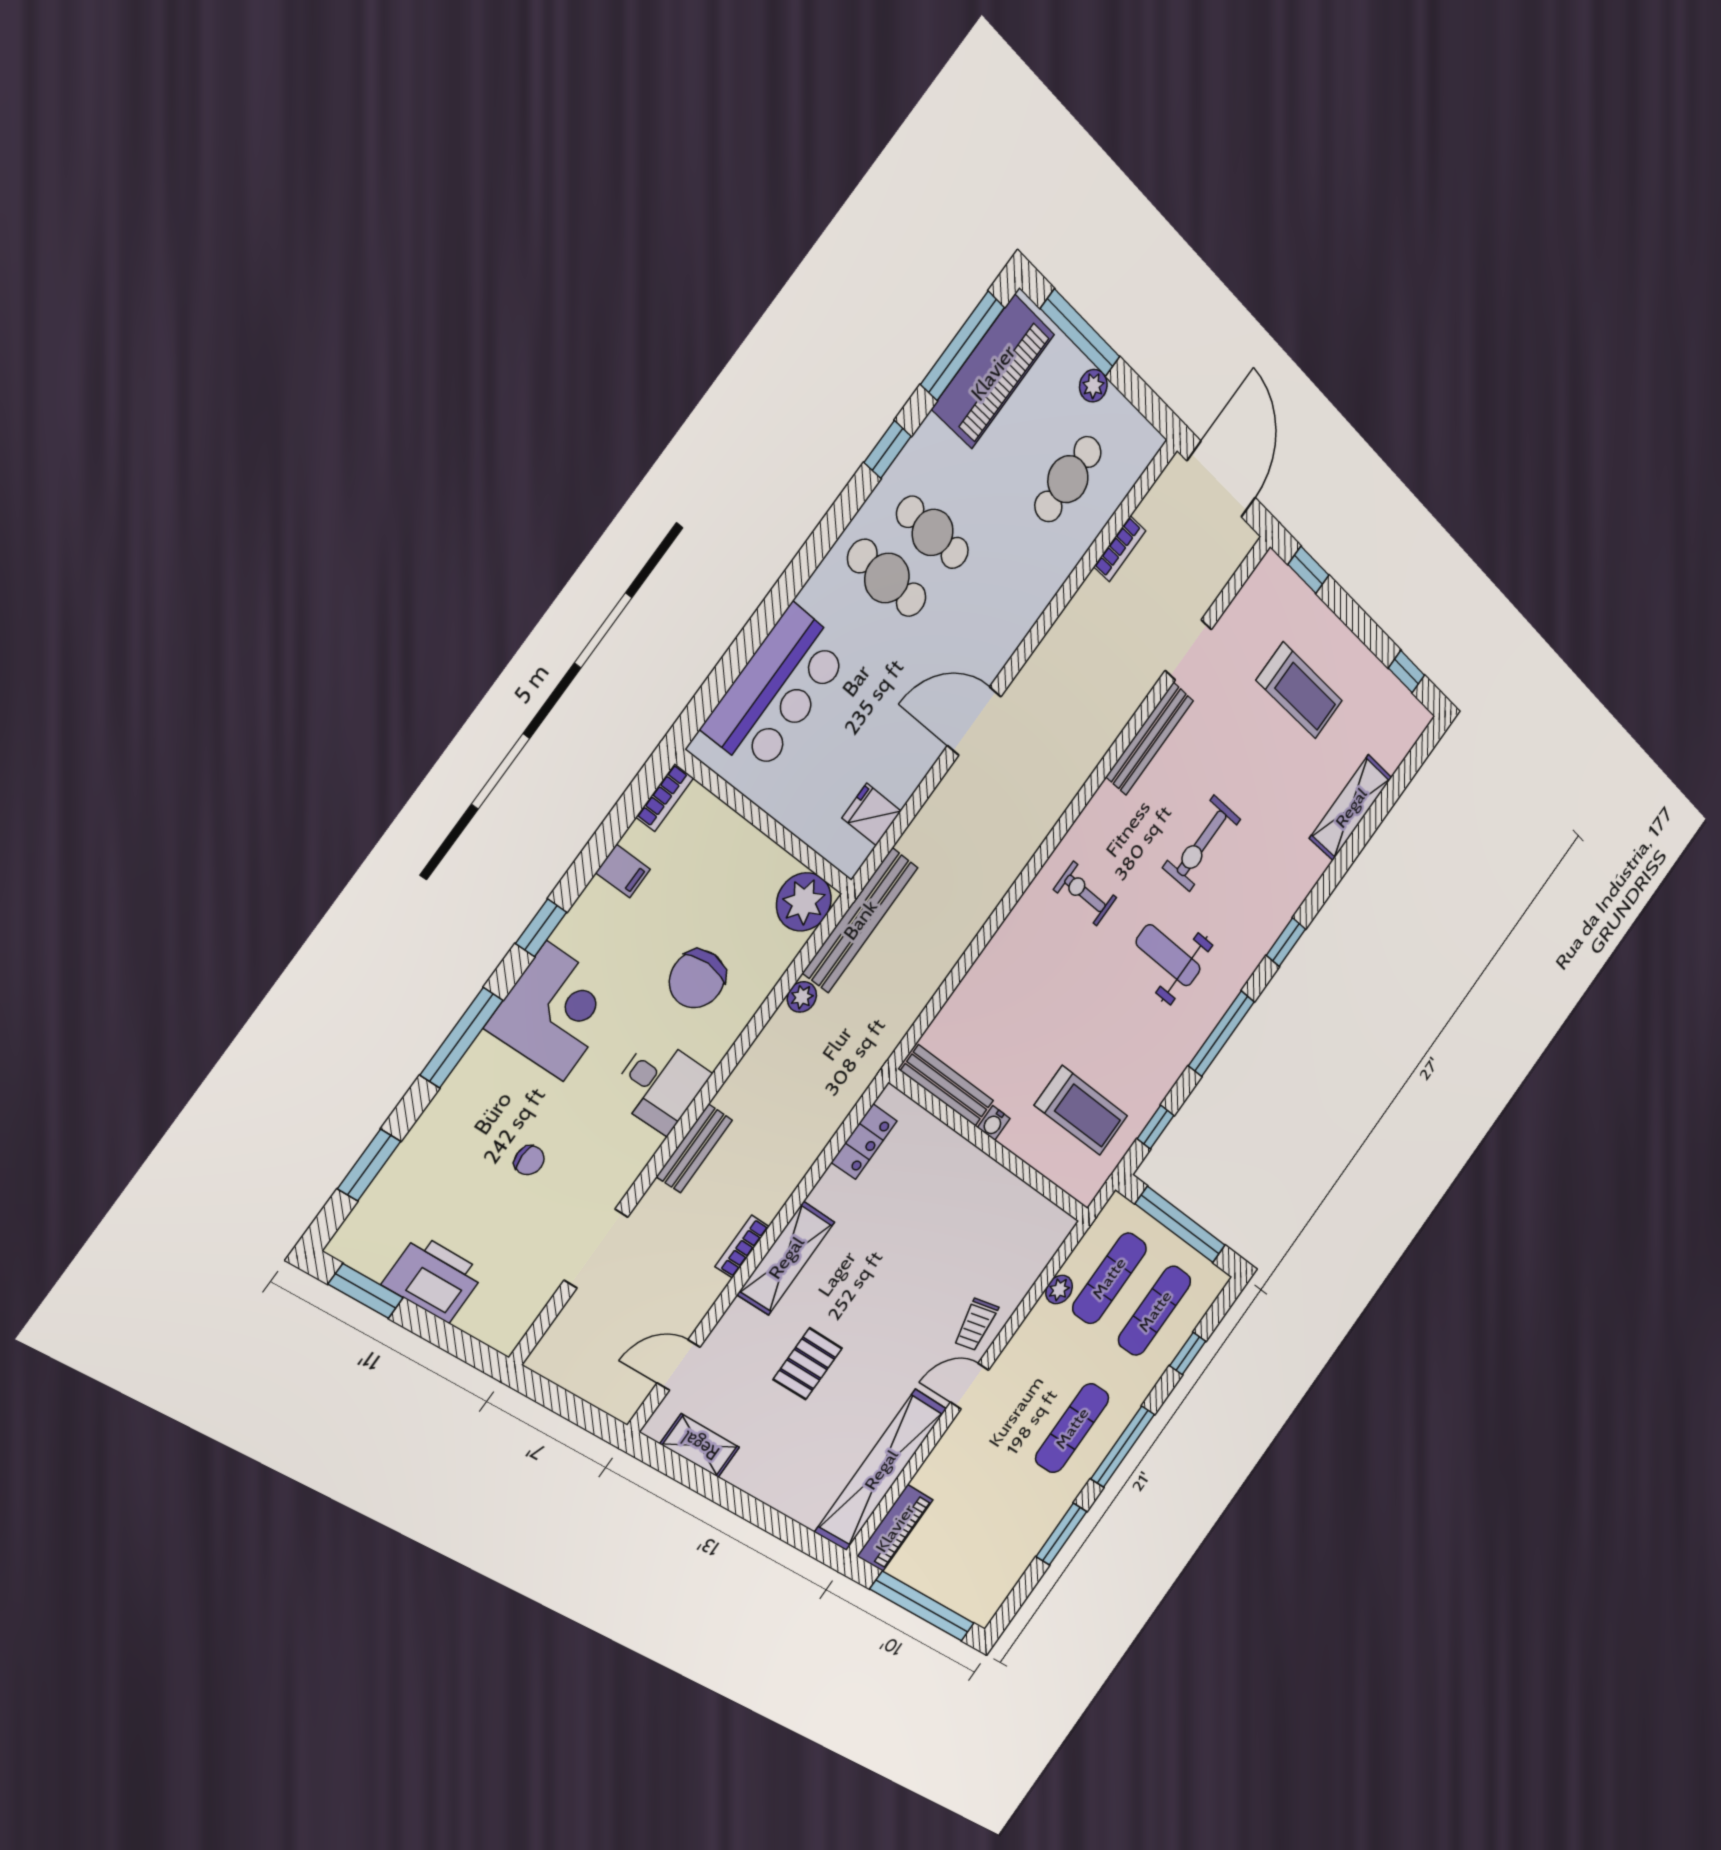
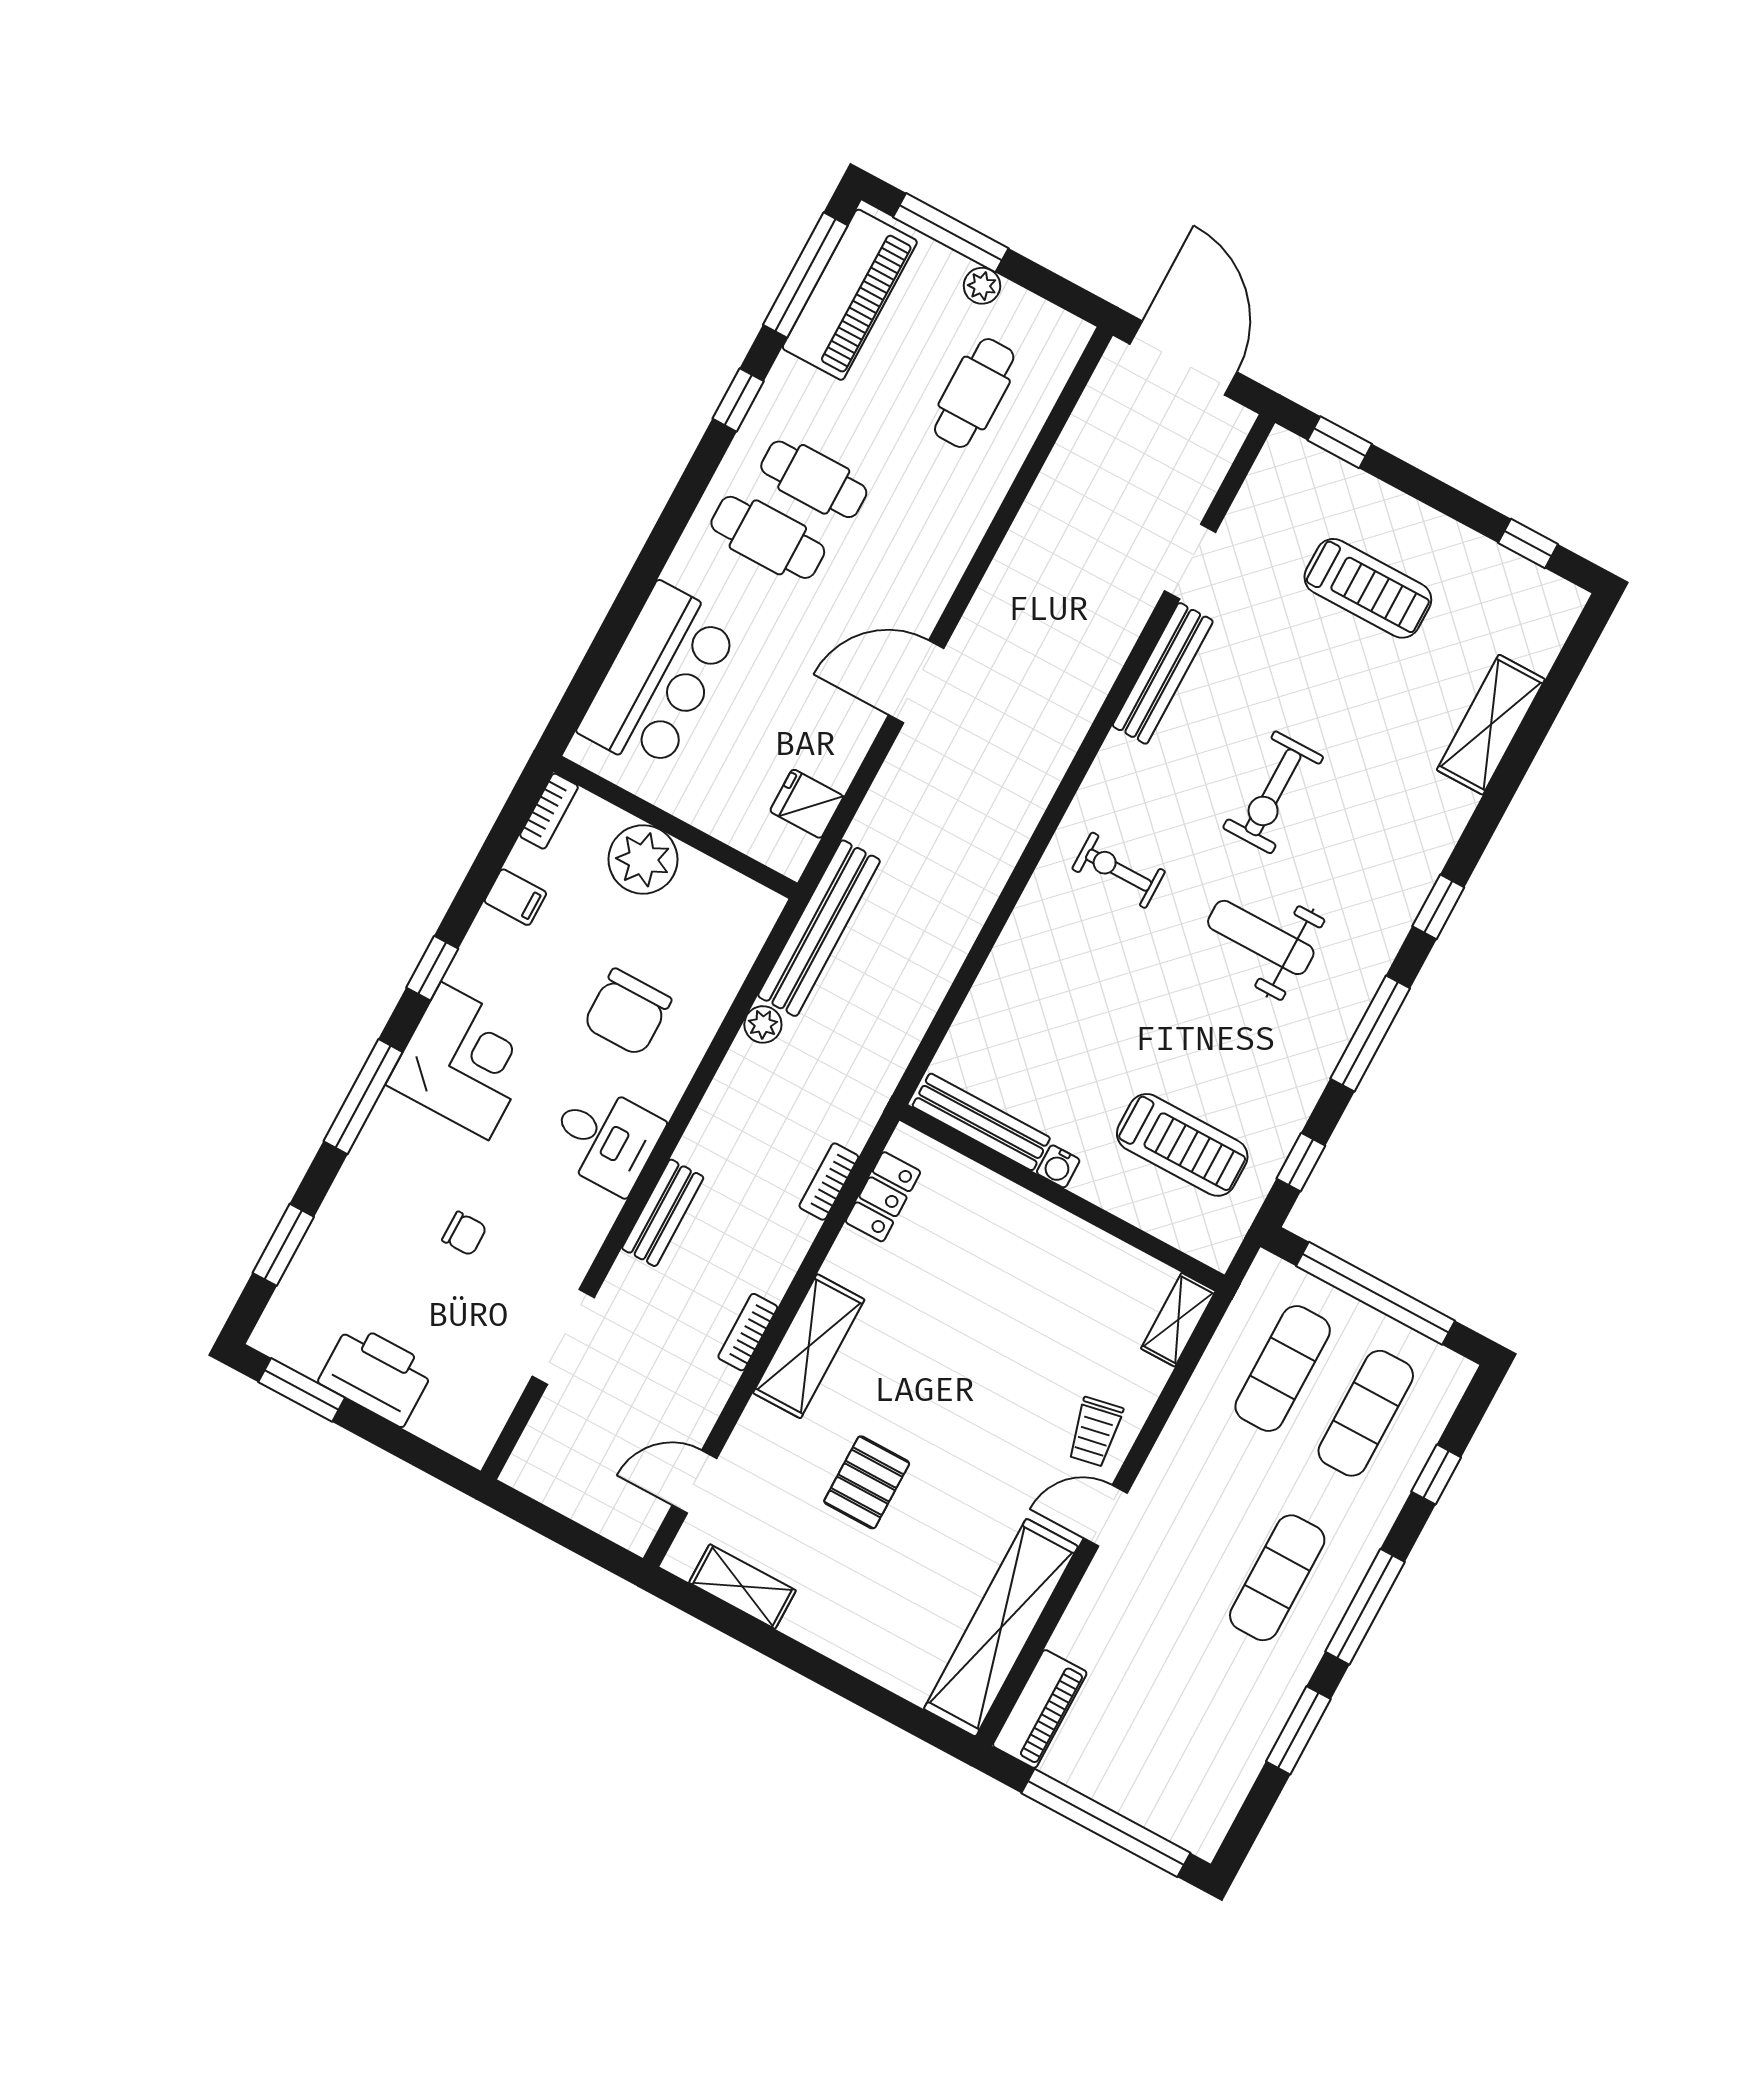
bookcase: (1120, 549) -> (829, 1182), moved, turned 180
plant: (804, 902) -> (643, 859), moved
shelving: (1050, 1242) -> (1178, 1320), added
plant: (1059, 1290) -> (1209, 1384), removed

